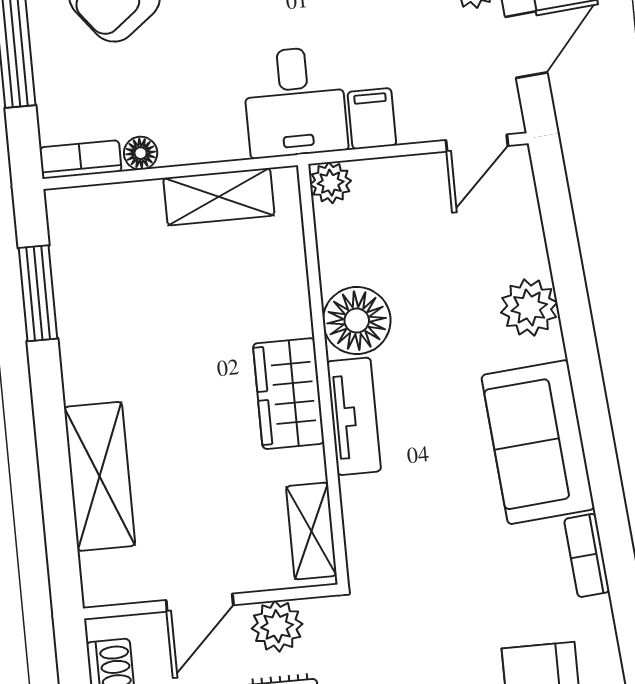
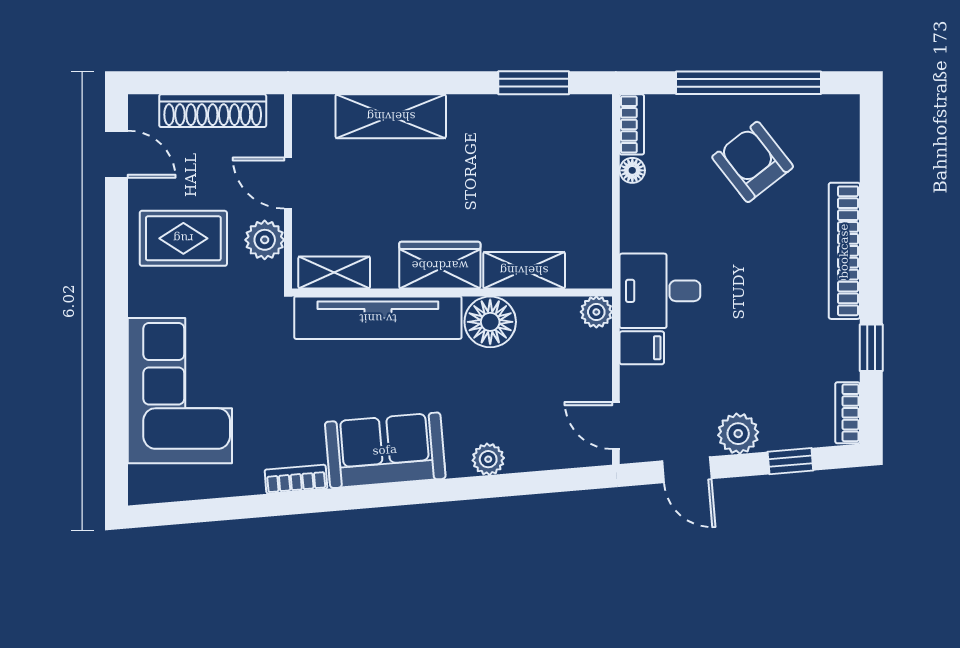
shelving: (219, 197) -> (524, 270), moved, turned 90
plant: (529, 307) -> (488, 459), width x0.73, depth x0.73
tv unit: (354, 416) -> (378, 318), width x1.92, depth x1.29

